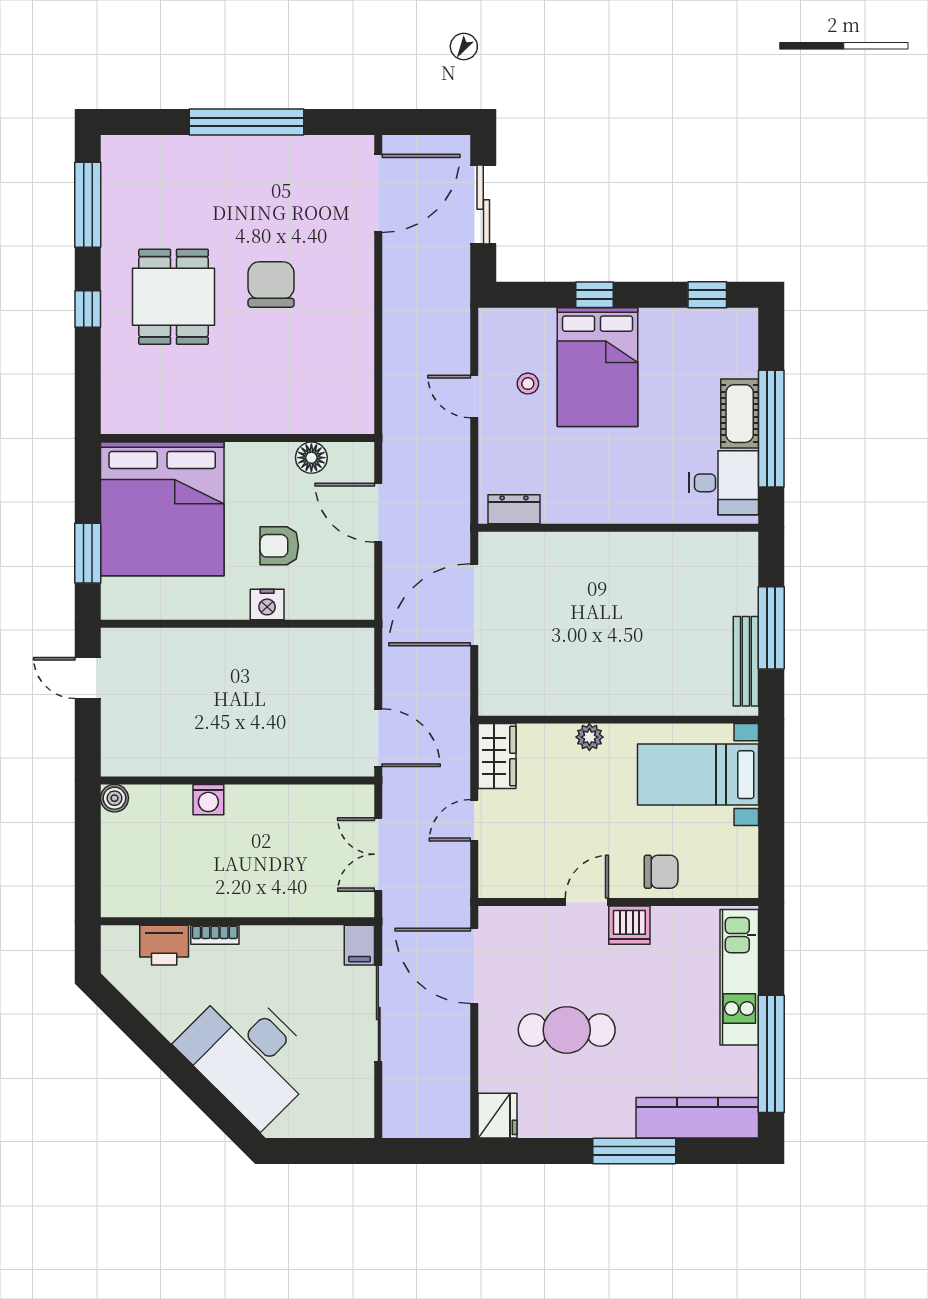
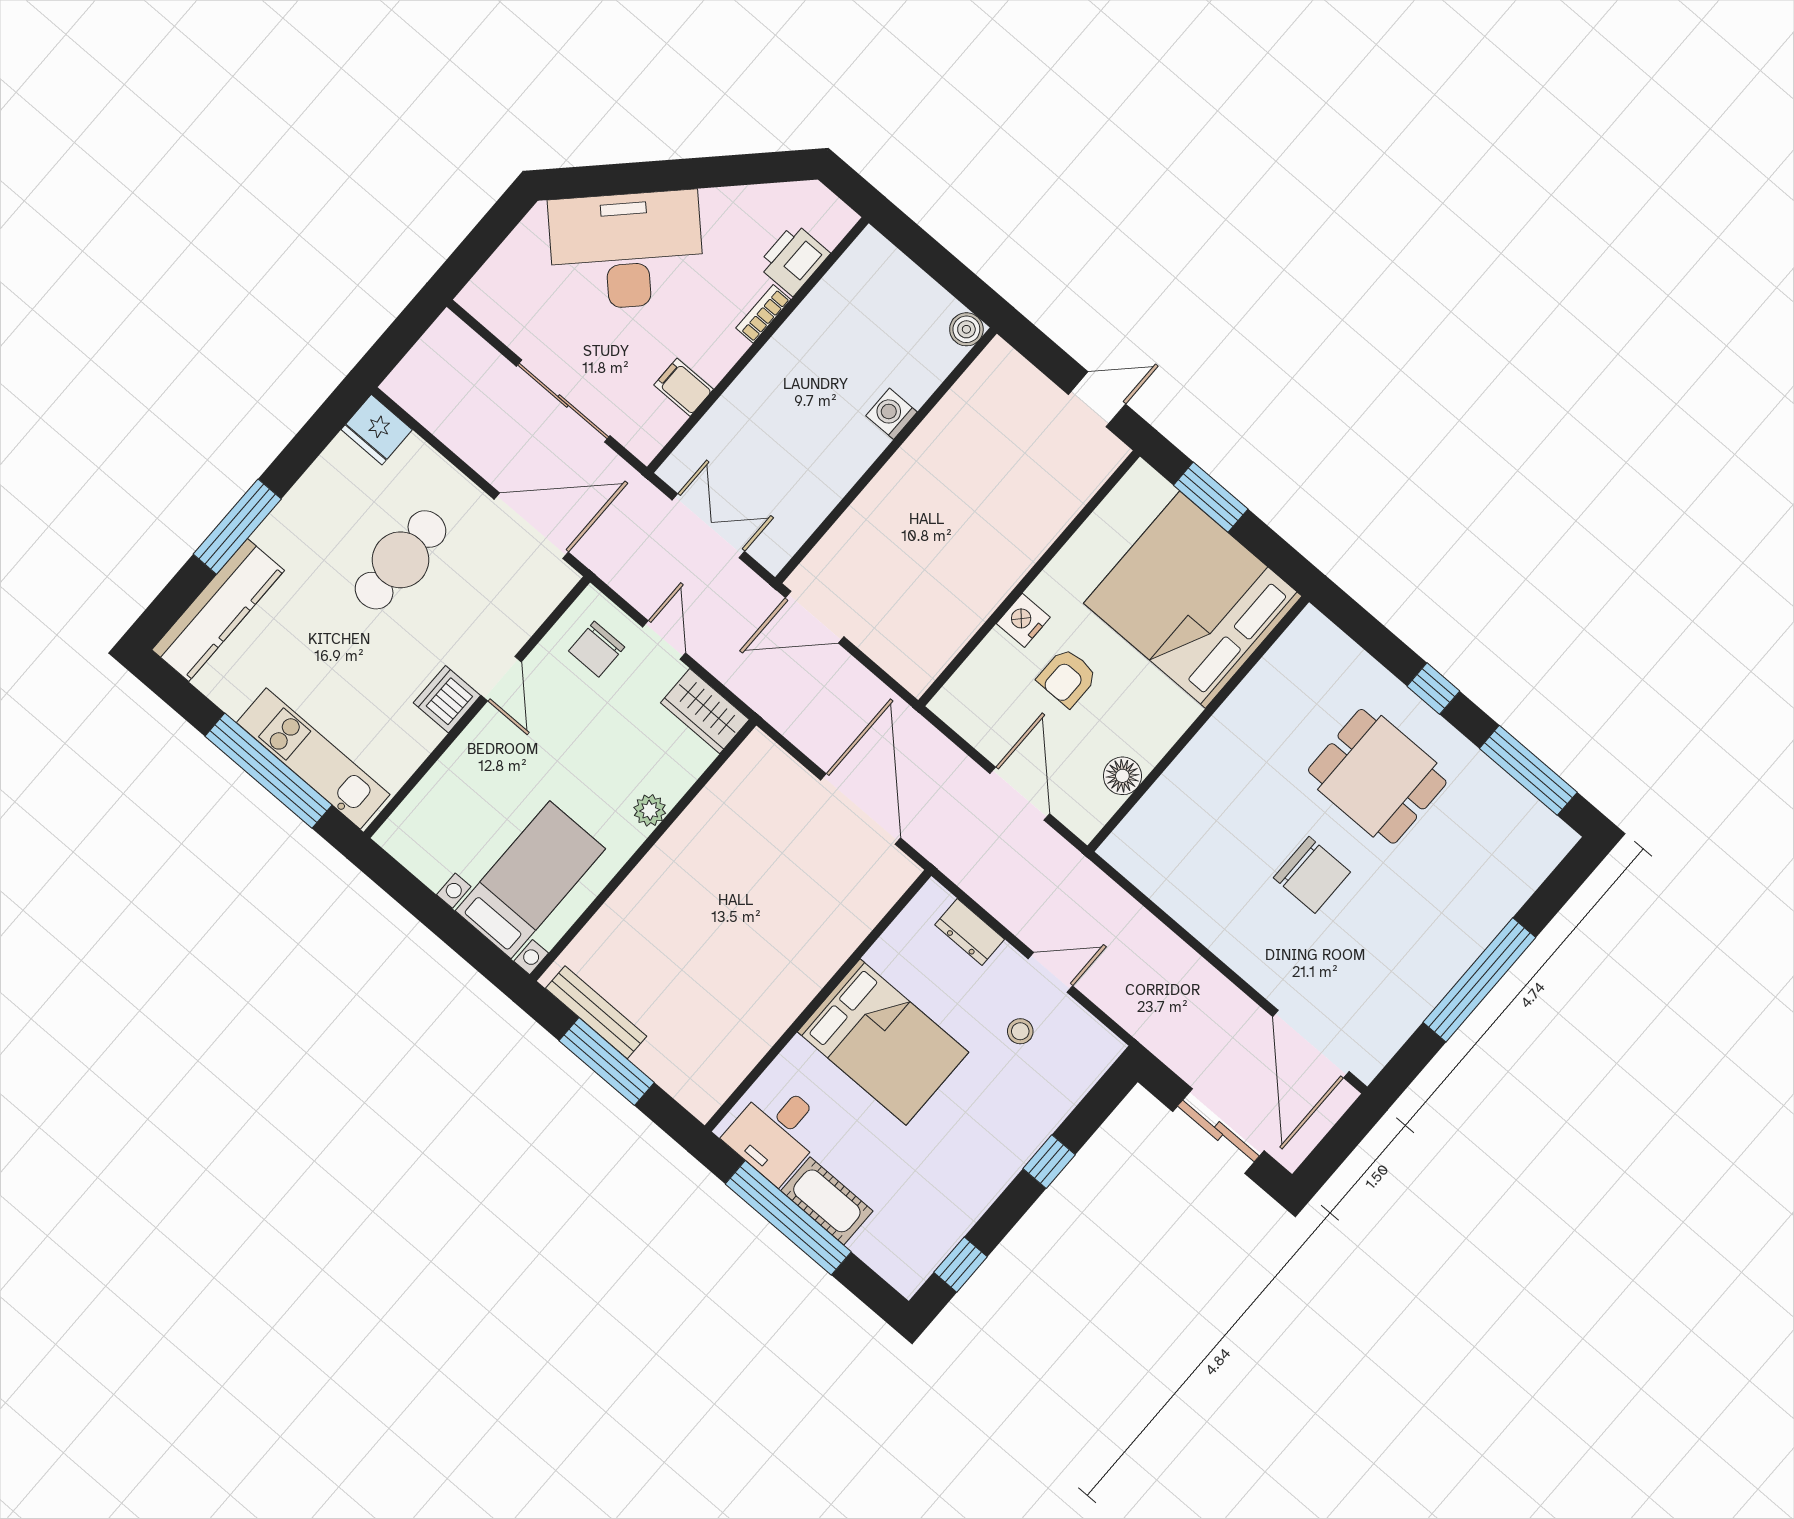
bed: (598, 367) -> (883, 1042), moved, turned 180
dresser: (514, 509) -> (970, 932), moved, turned 90
door: (378, 513) -> (1020, 794), hinge flipped
armchair: (279, 546) -> (1067, 677), turned 180
chair: (661, 872) -> (597, 649), moved
filing cabinet: (359, 945) -> (684, 387), moved
window: (771, 1054) -> (268, 771), moved

